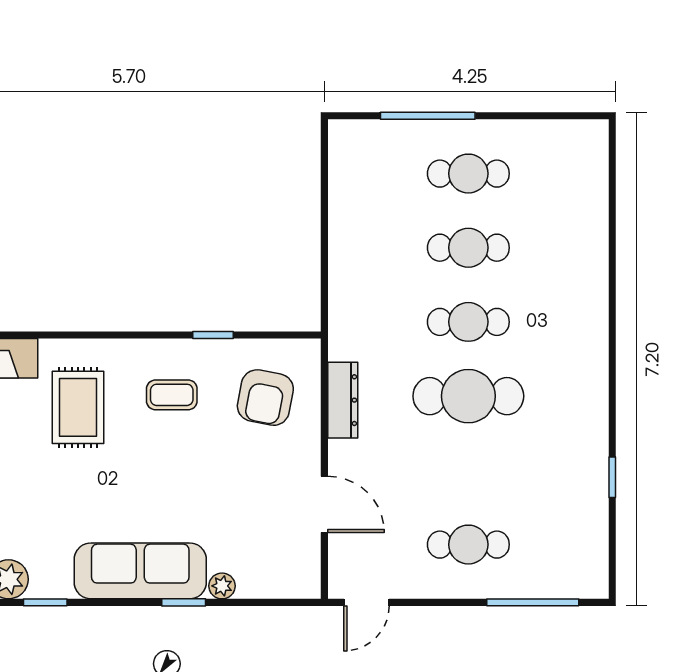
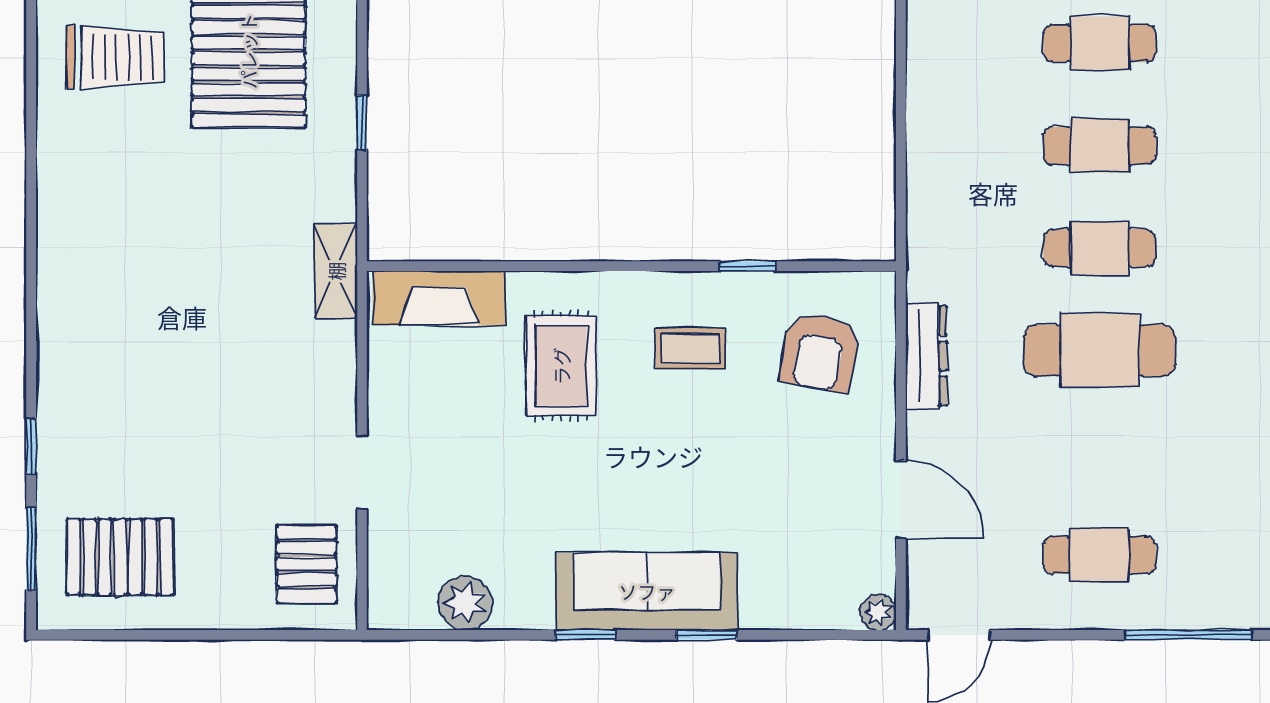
plant: (222, 586) -> (878, 612), moved
window: (45, 602) -> (585, 635), moved

